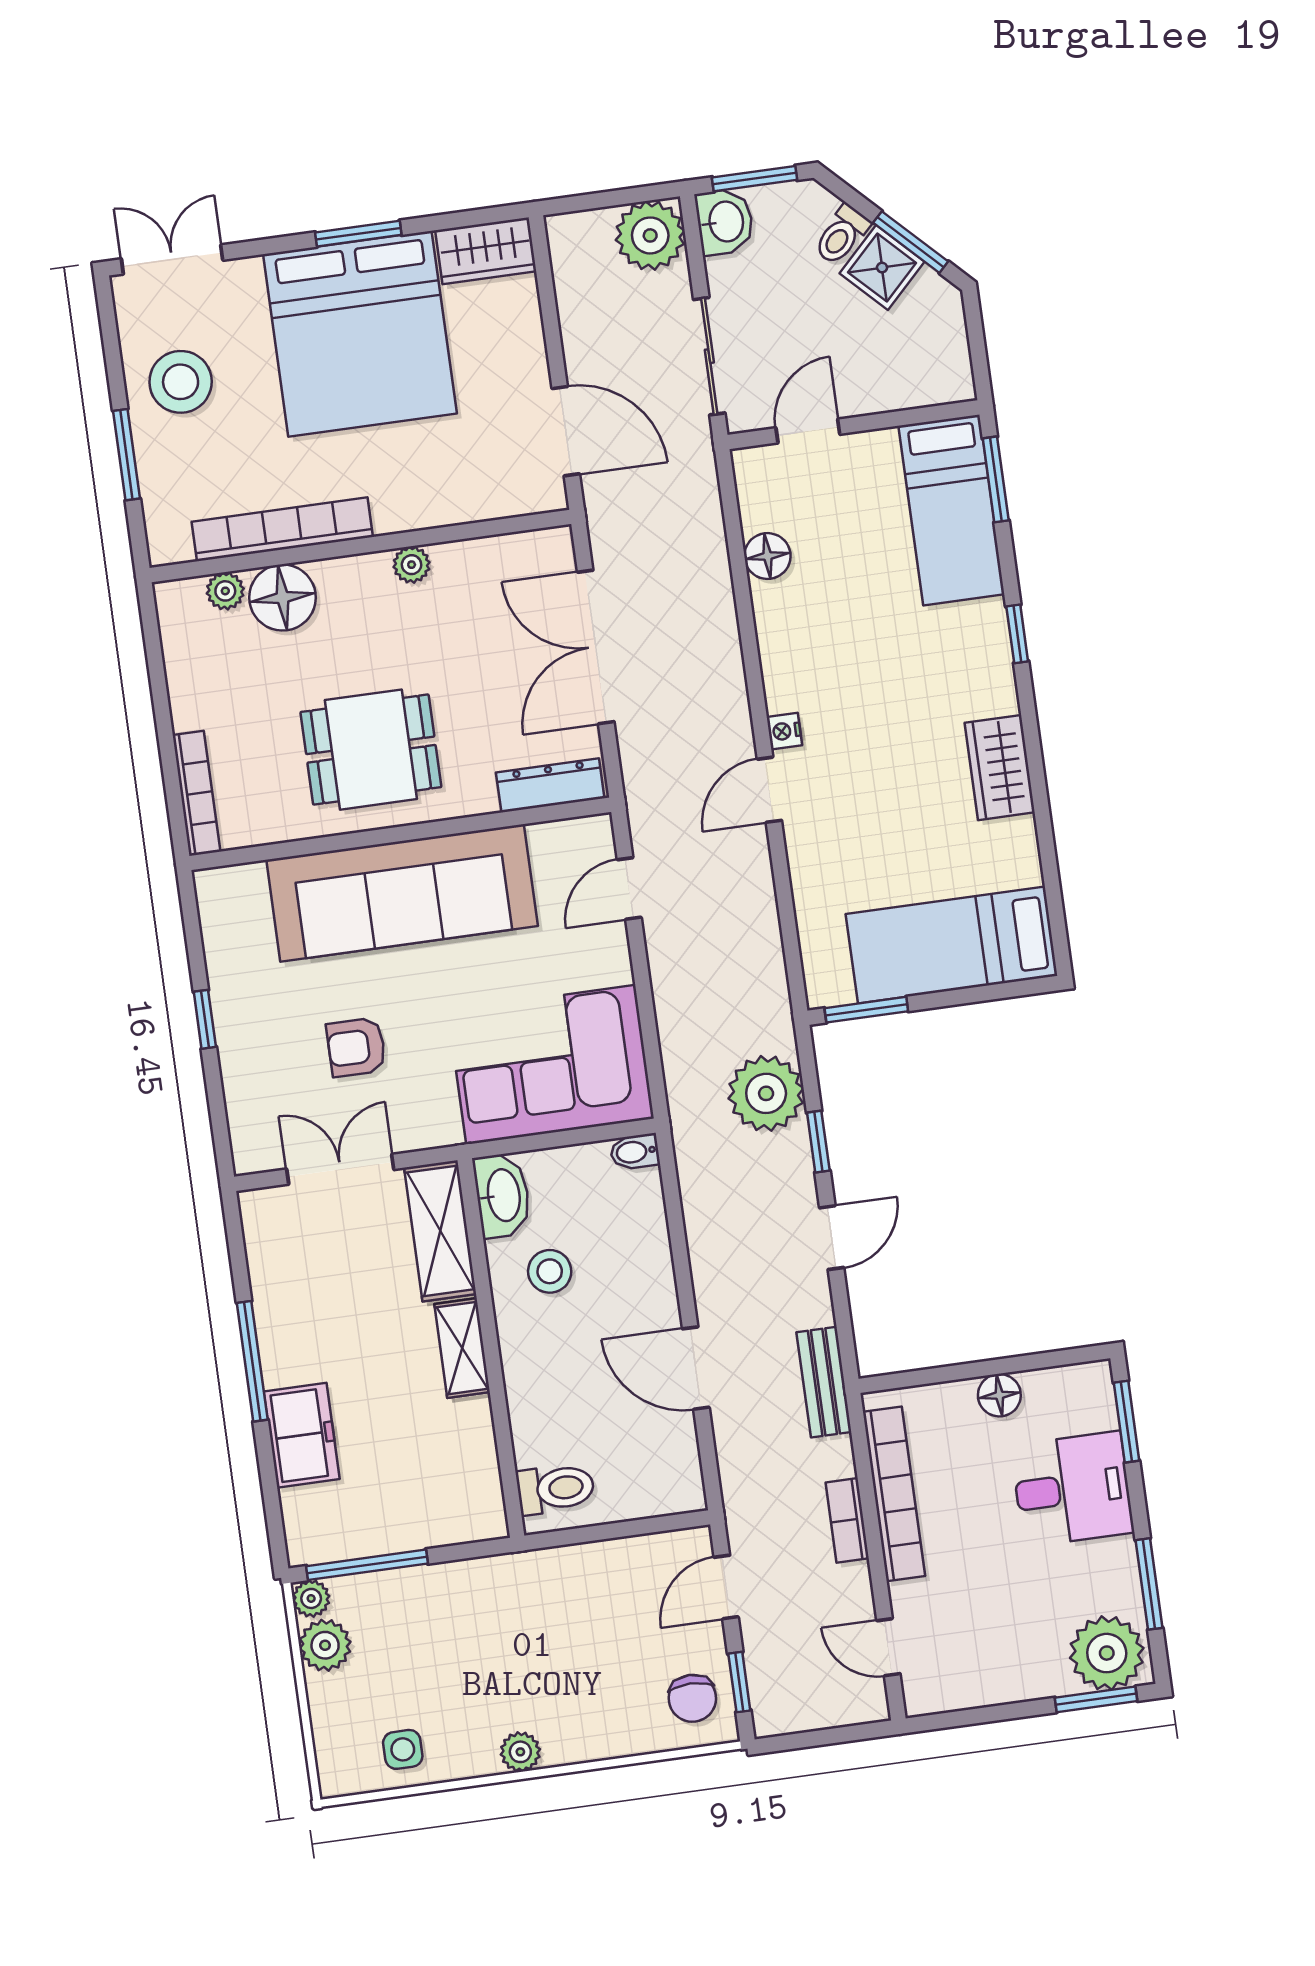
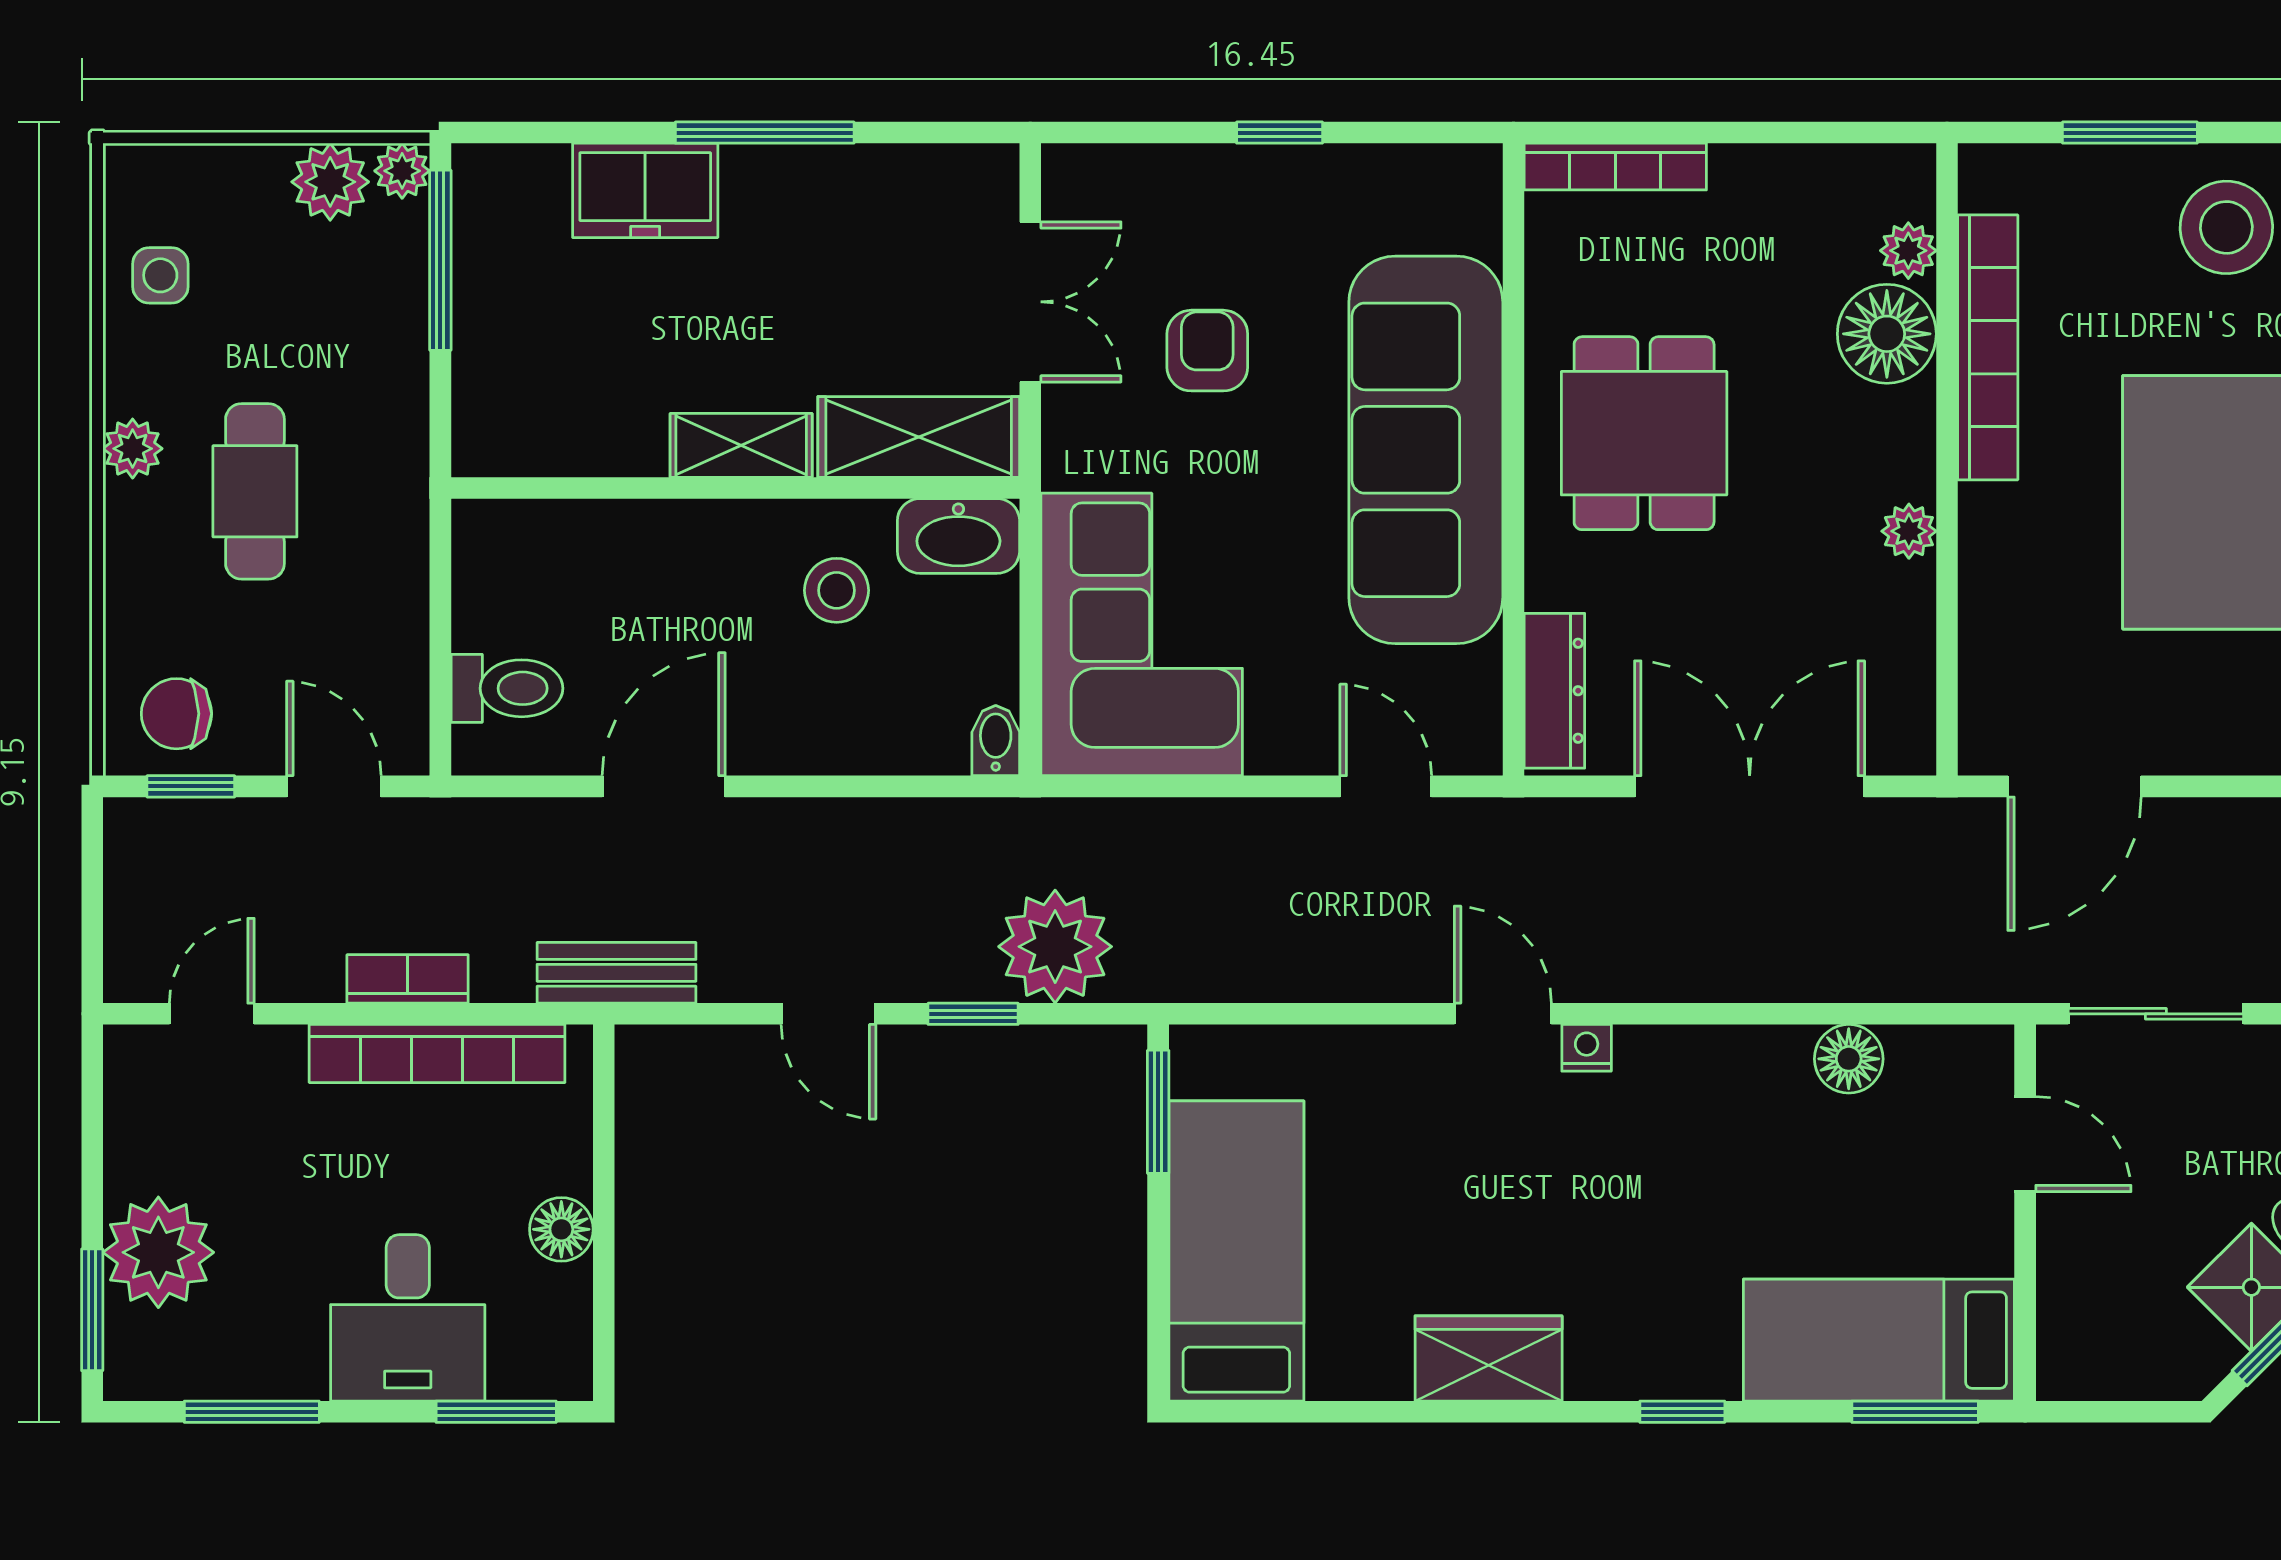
toilet: (556, 1489) -> (507, 688), moved, turned -90
plant: (1107, 1653) -> (158, 1252), moved
cafe table: (538, 1667) -> (255, 491), added

